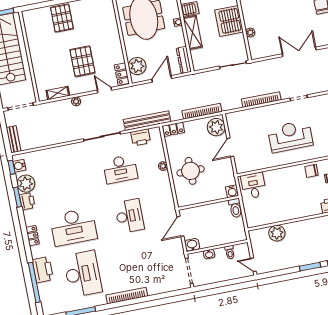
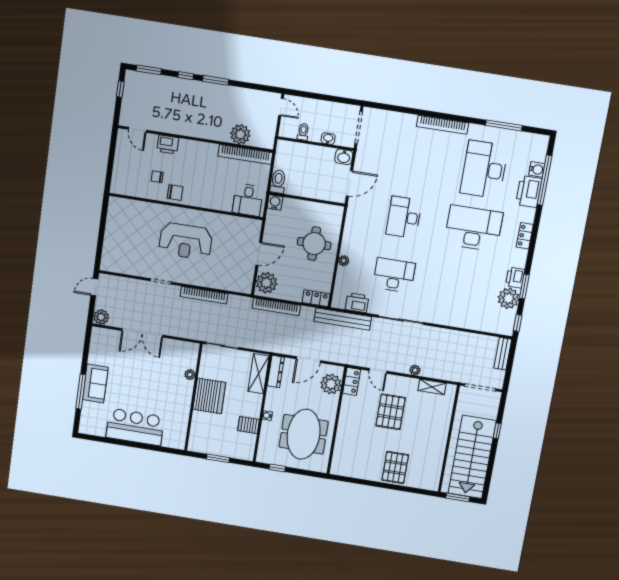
shelving: (193, 32) -> (259, 374), moved
water cooler: (19, 166) -> (537, 169), moved
bookcase: (268, 219) -> (245, 154), added

